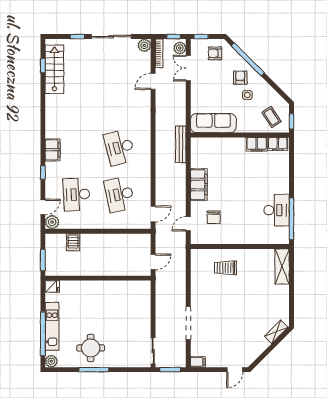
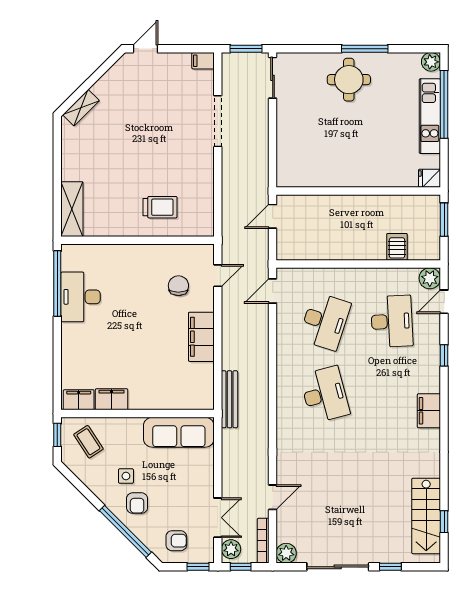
filing cabinet: (53, 150) -> (429, 411), moved
desk: (120, 194) -> (325, 321), turned 30
round table: (91, 348) -> (349, 80), moved

